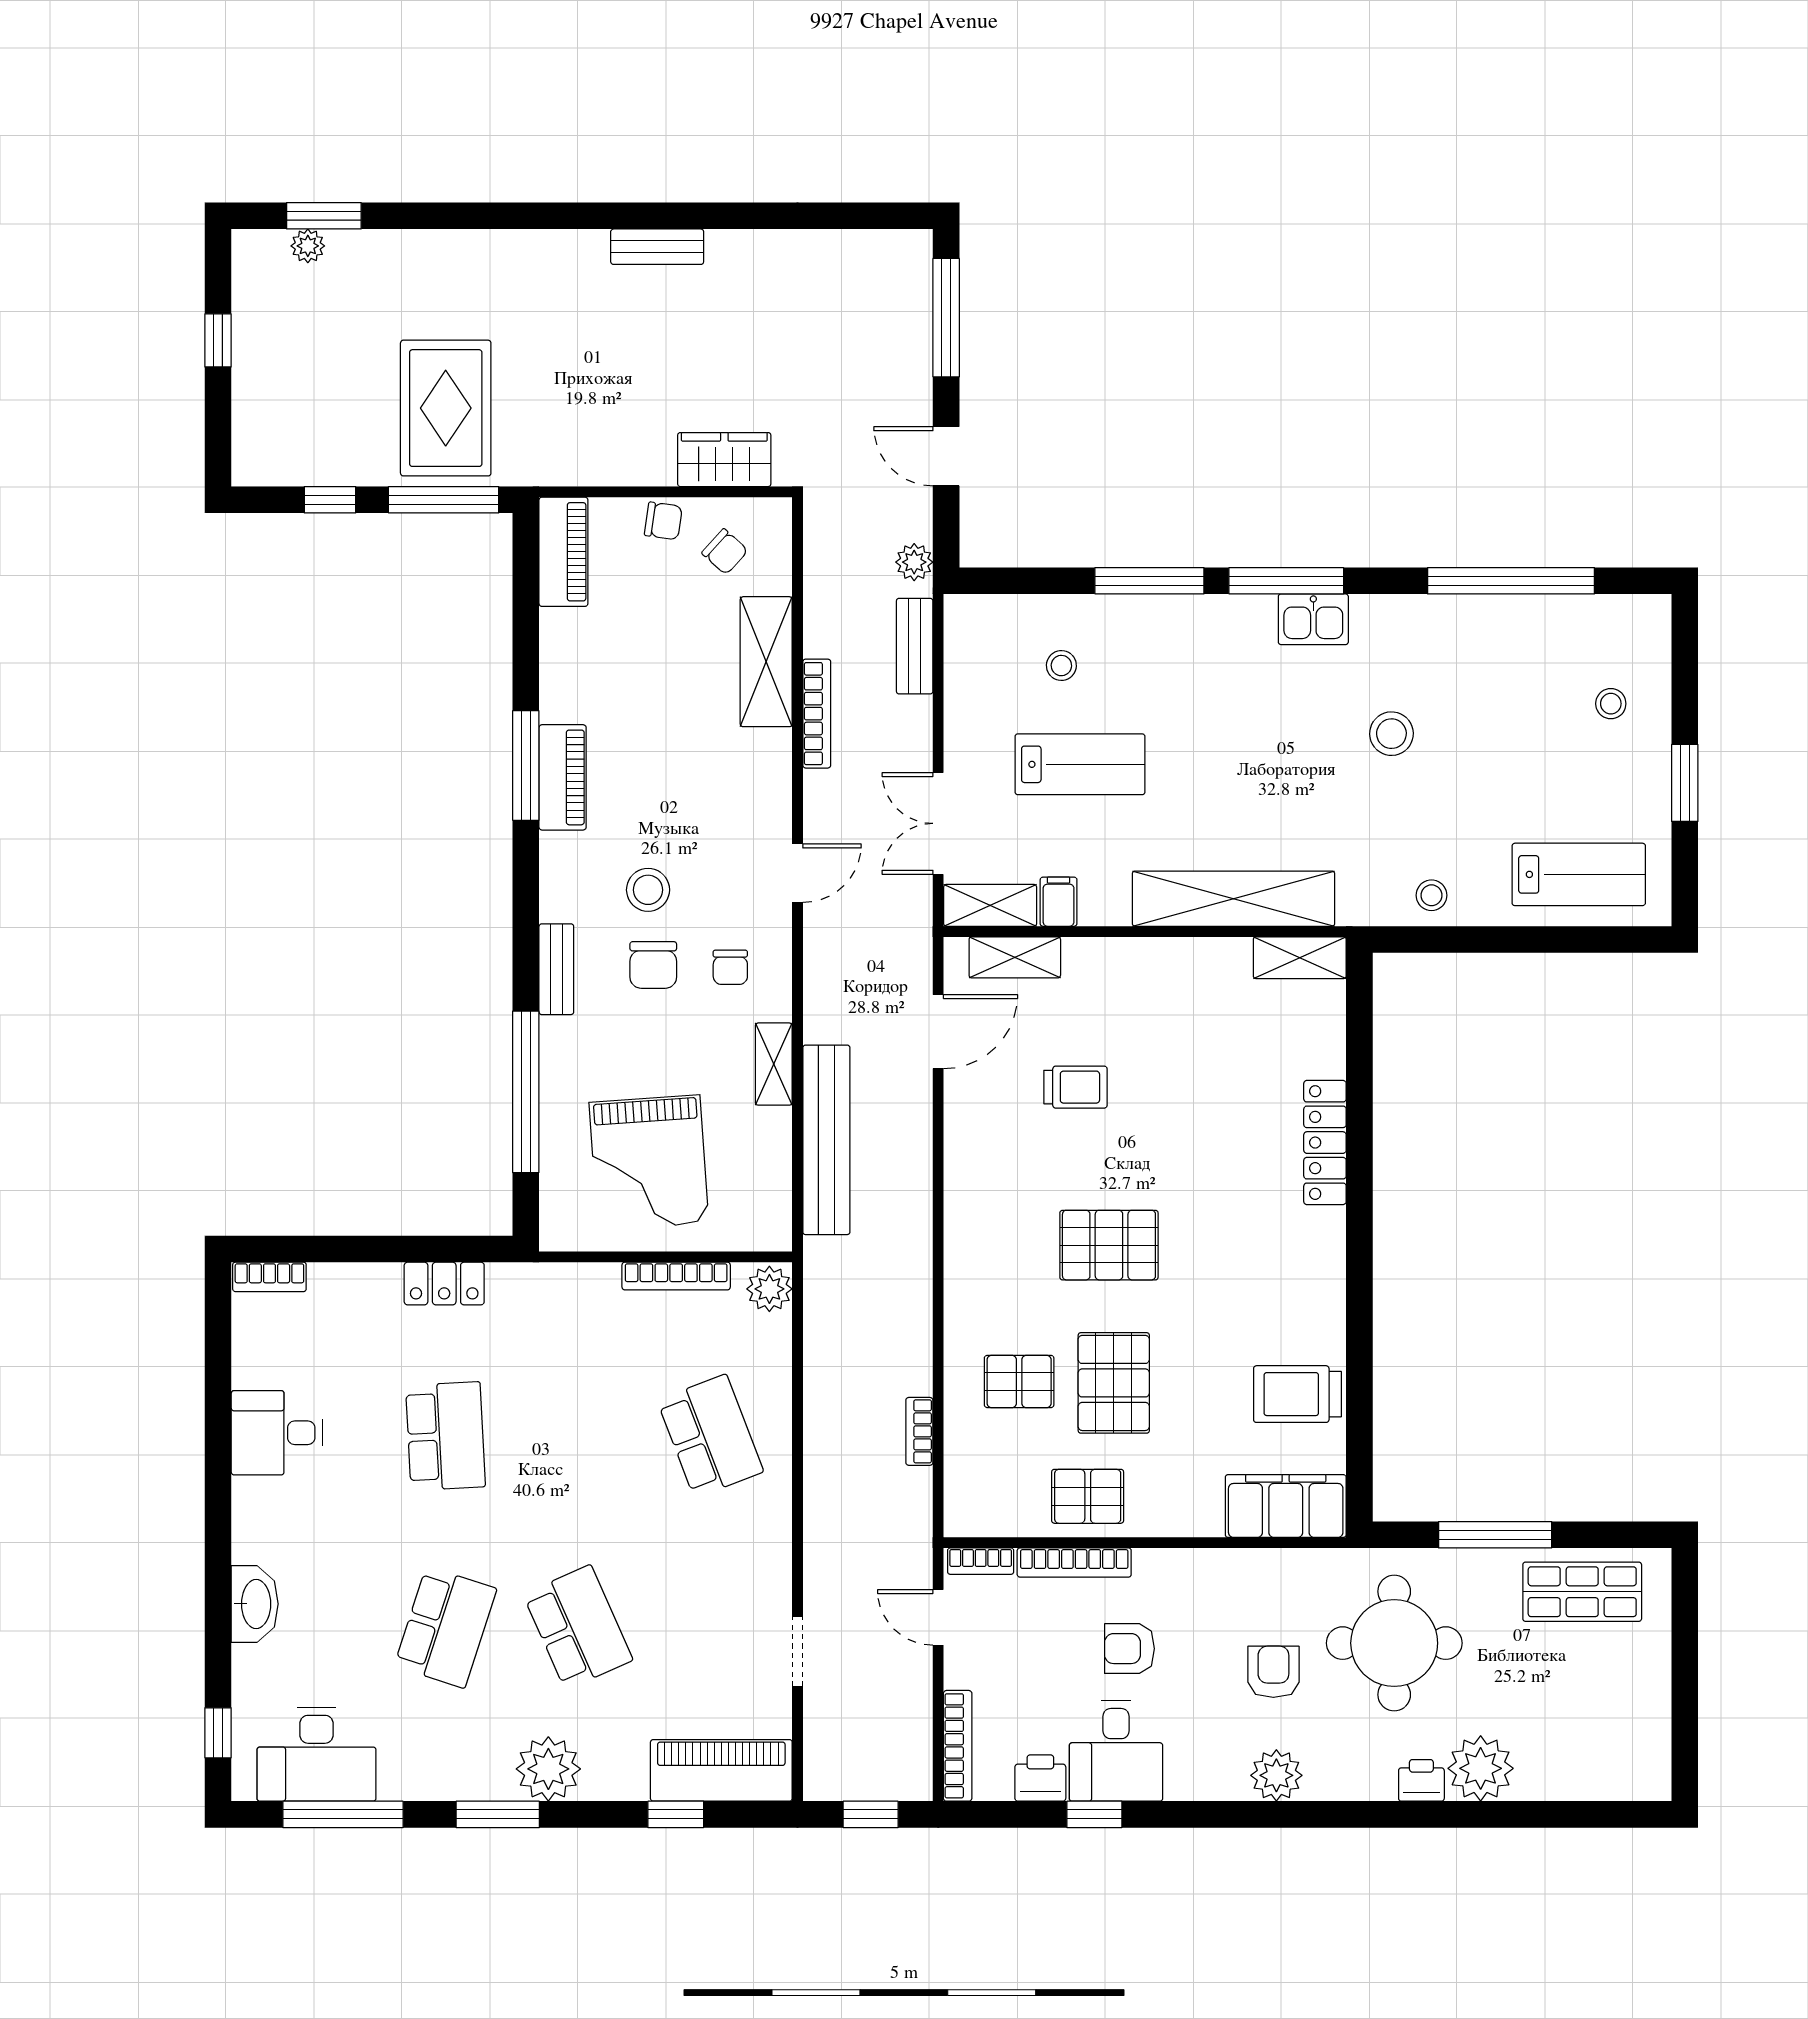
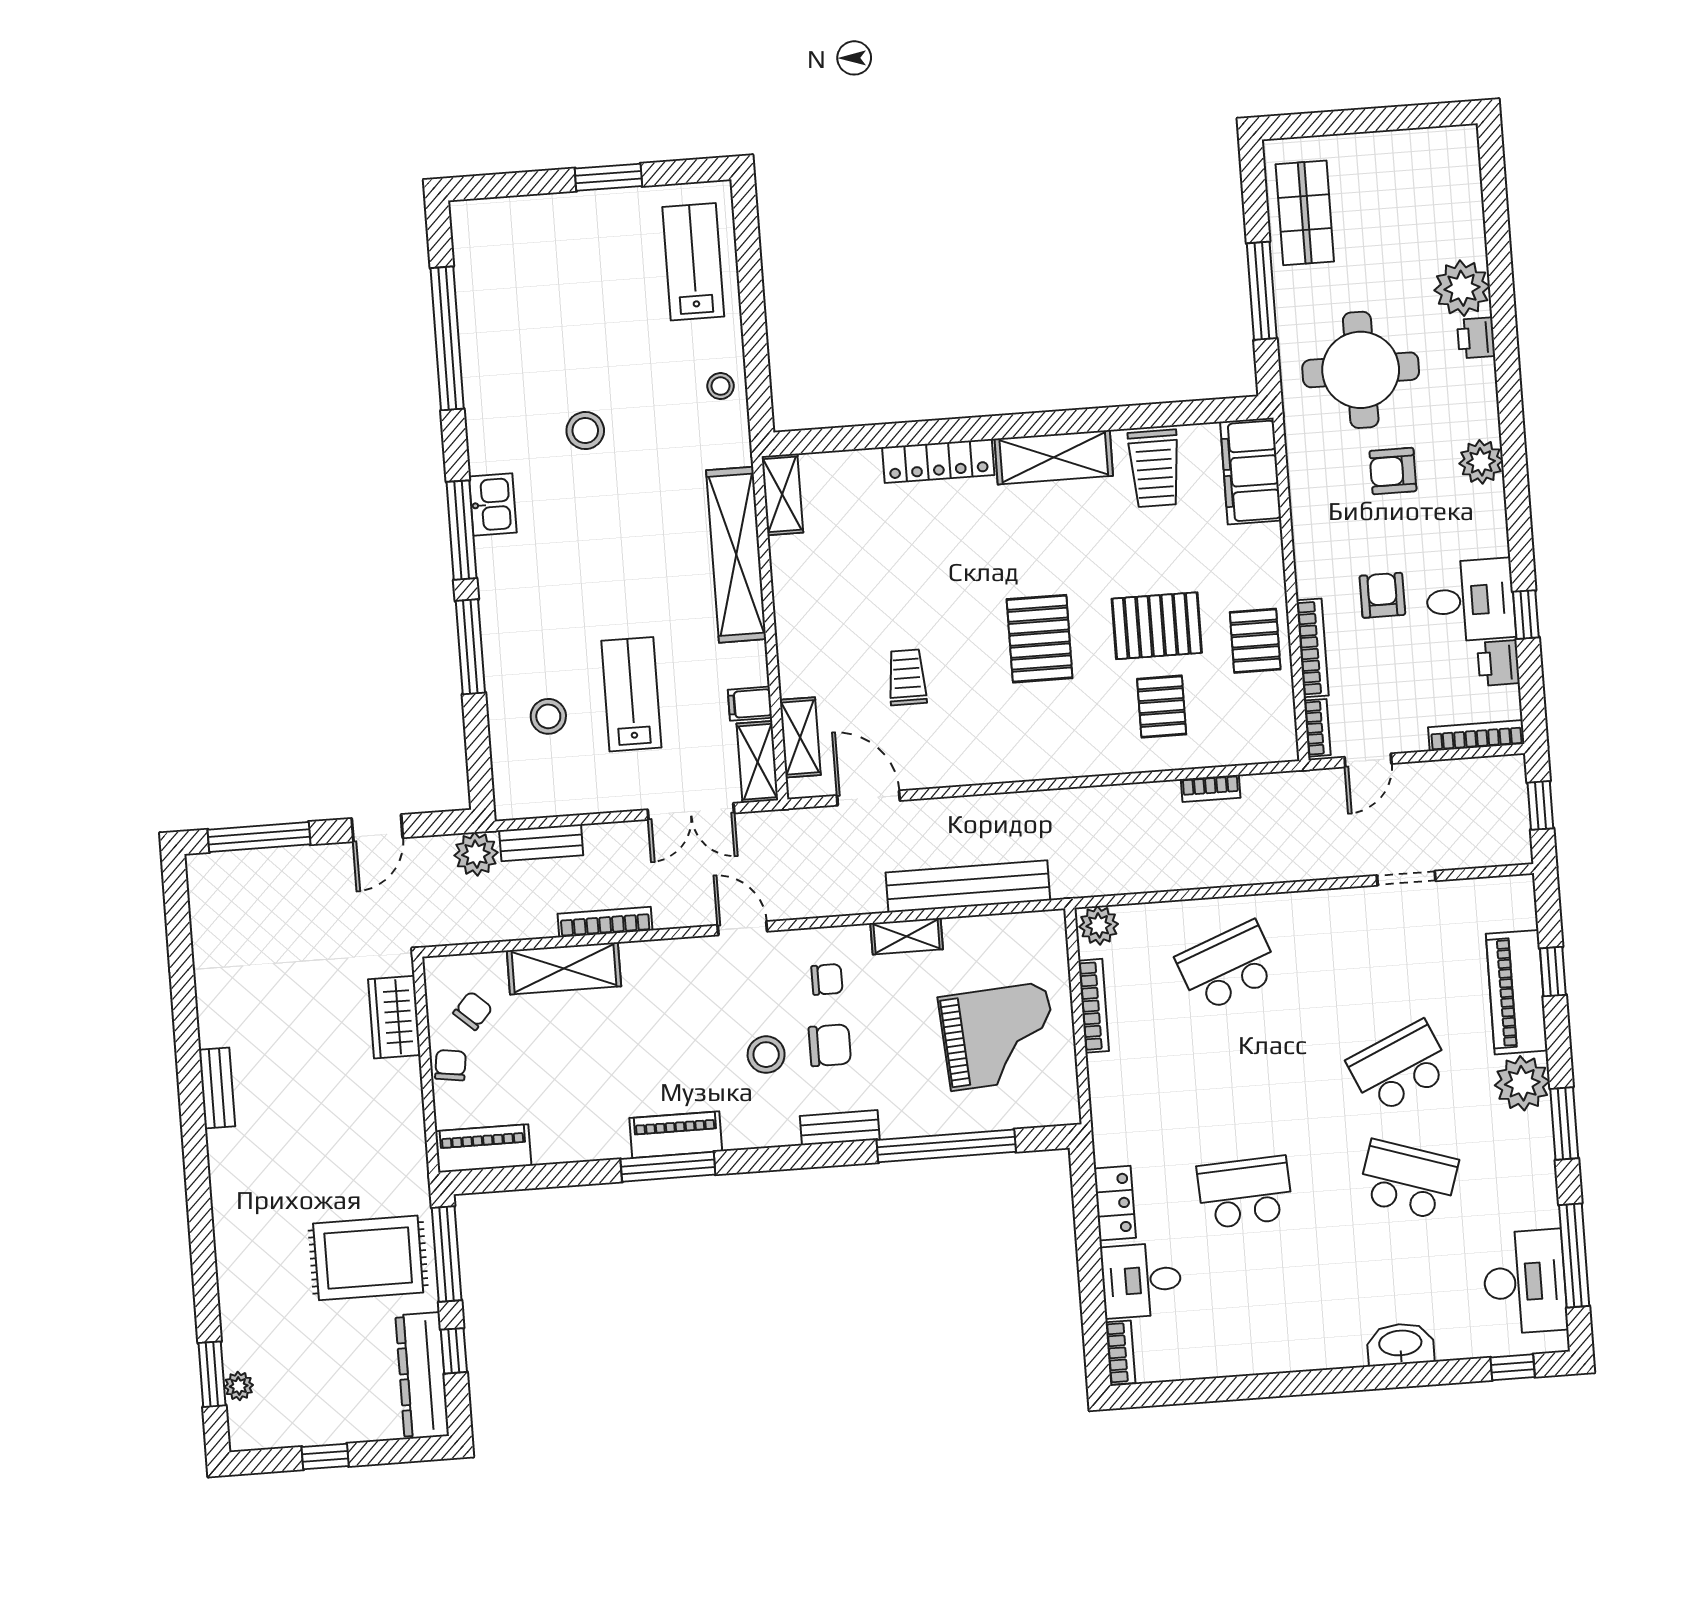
dresser: (304, 461) -> (422, 1376), added
plant: (914, 562) -> (476, 854), width x1.38, depth x1.38
stool: (1061, 666) -> (548, 716), width x1.37, depth x1.37
stool: (1611, 704) -> (546, 245), removed
shelving: (1319, 1278) -> (1054, 457), added
desk: (277, 1433) -> (1141, 1280), moved, turned 90
armchair: (1129, 1649) -> (1382, 595), turned 180
piano: (721, 1770) -> (1517, 992), moved

